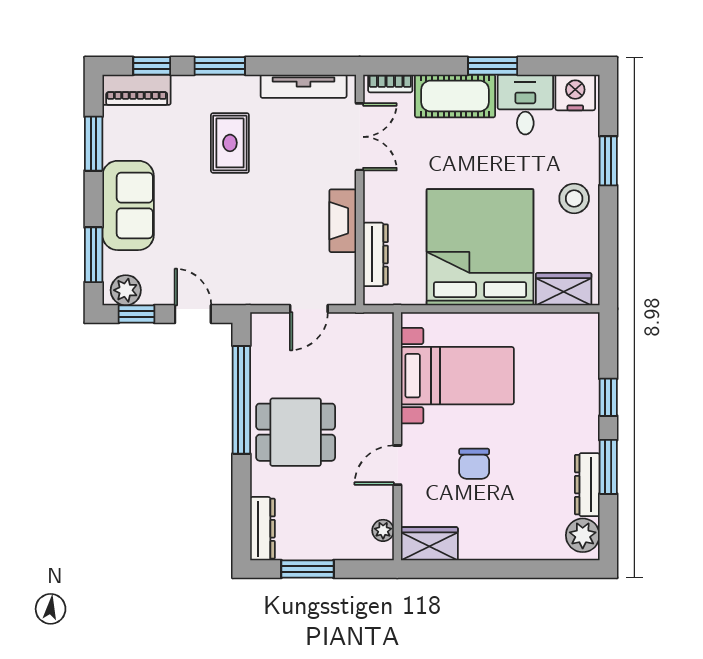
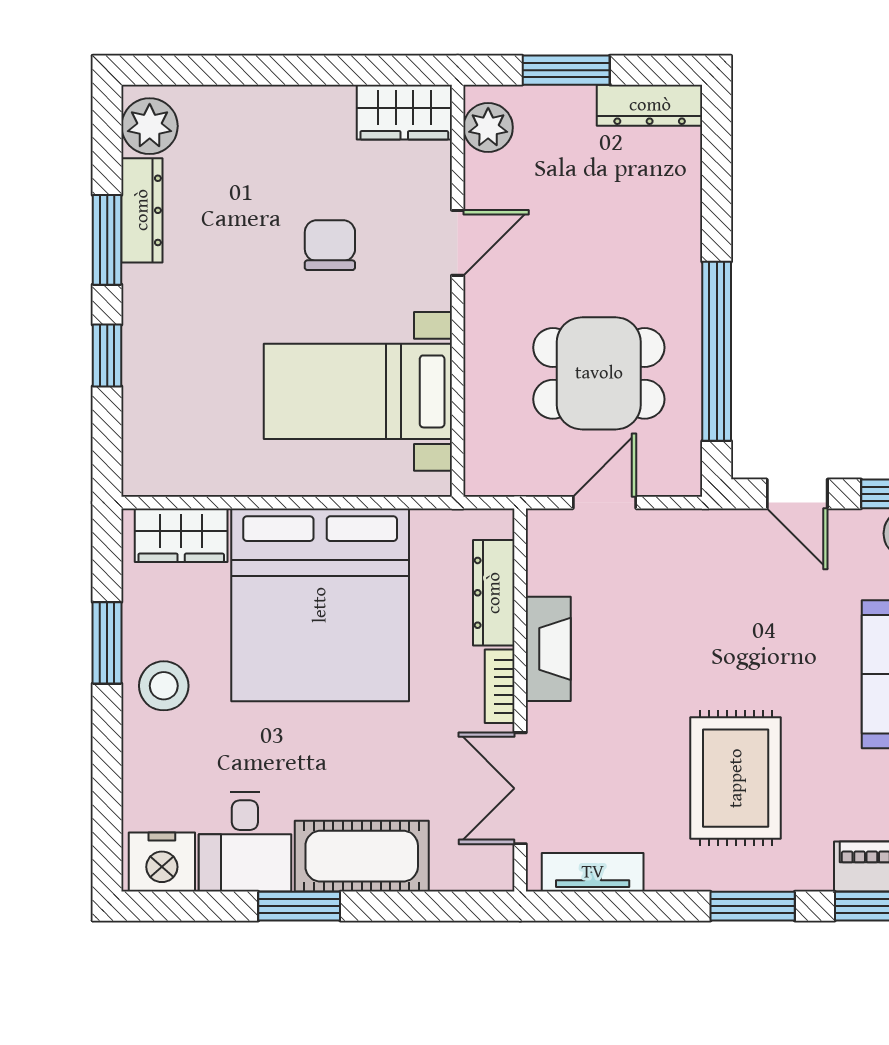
bookcase: (390, 83) -> (500, 686), moved, turned -90
tv unit: (304, 86) -> (593, 872), width x0.71
rug: (230, 143) -> (736, 778), width x1.36, depth x1.43
window: (608, 161) -> (107, 643), moved
dining table: (296, 432) -> (599, 373), moved
dresser: (262, 529) -> (650, 105), moved, turned -90
plant: (383, 530) -> (488, 127), width x1.38, depth x1.38
window: (307, 569) -> (566, 70), moved

